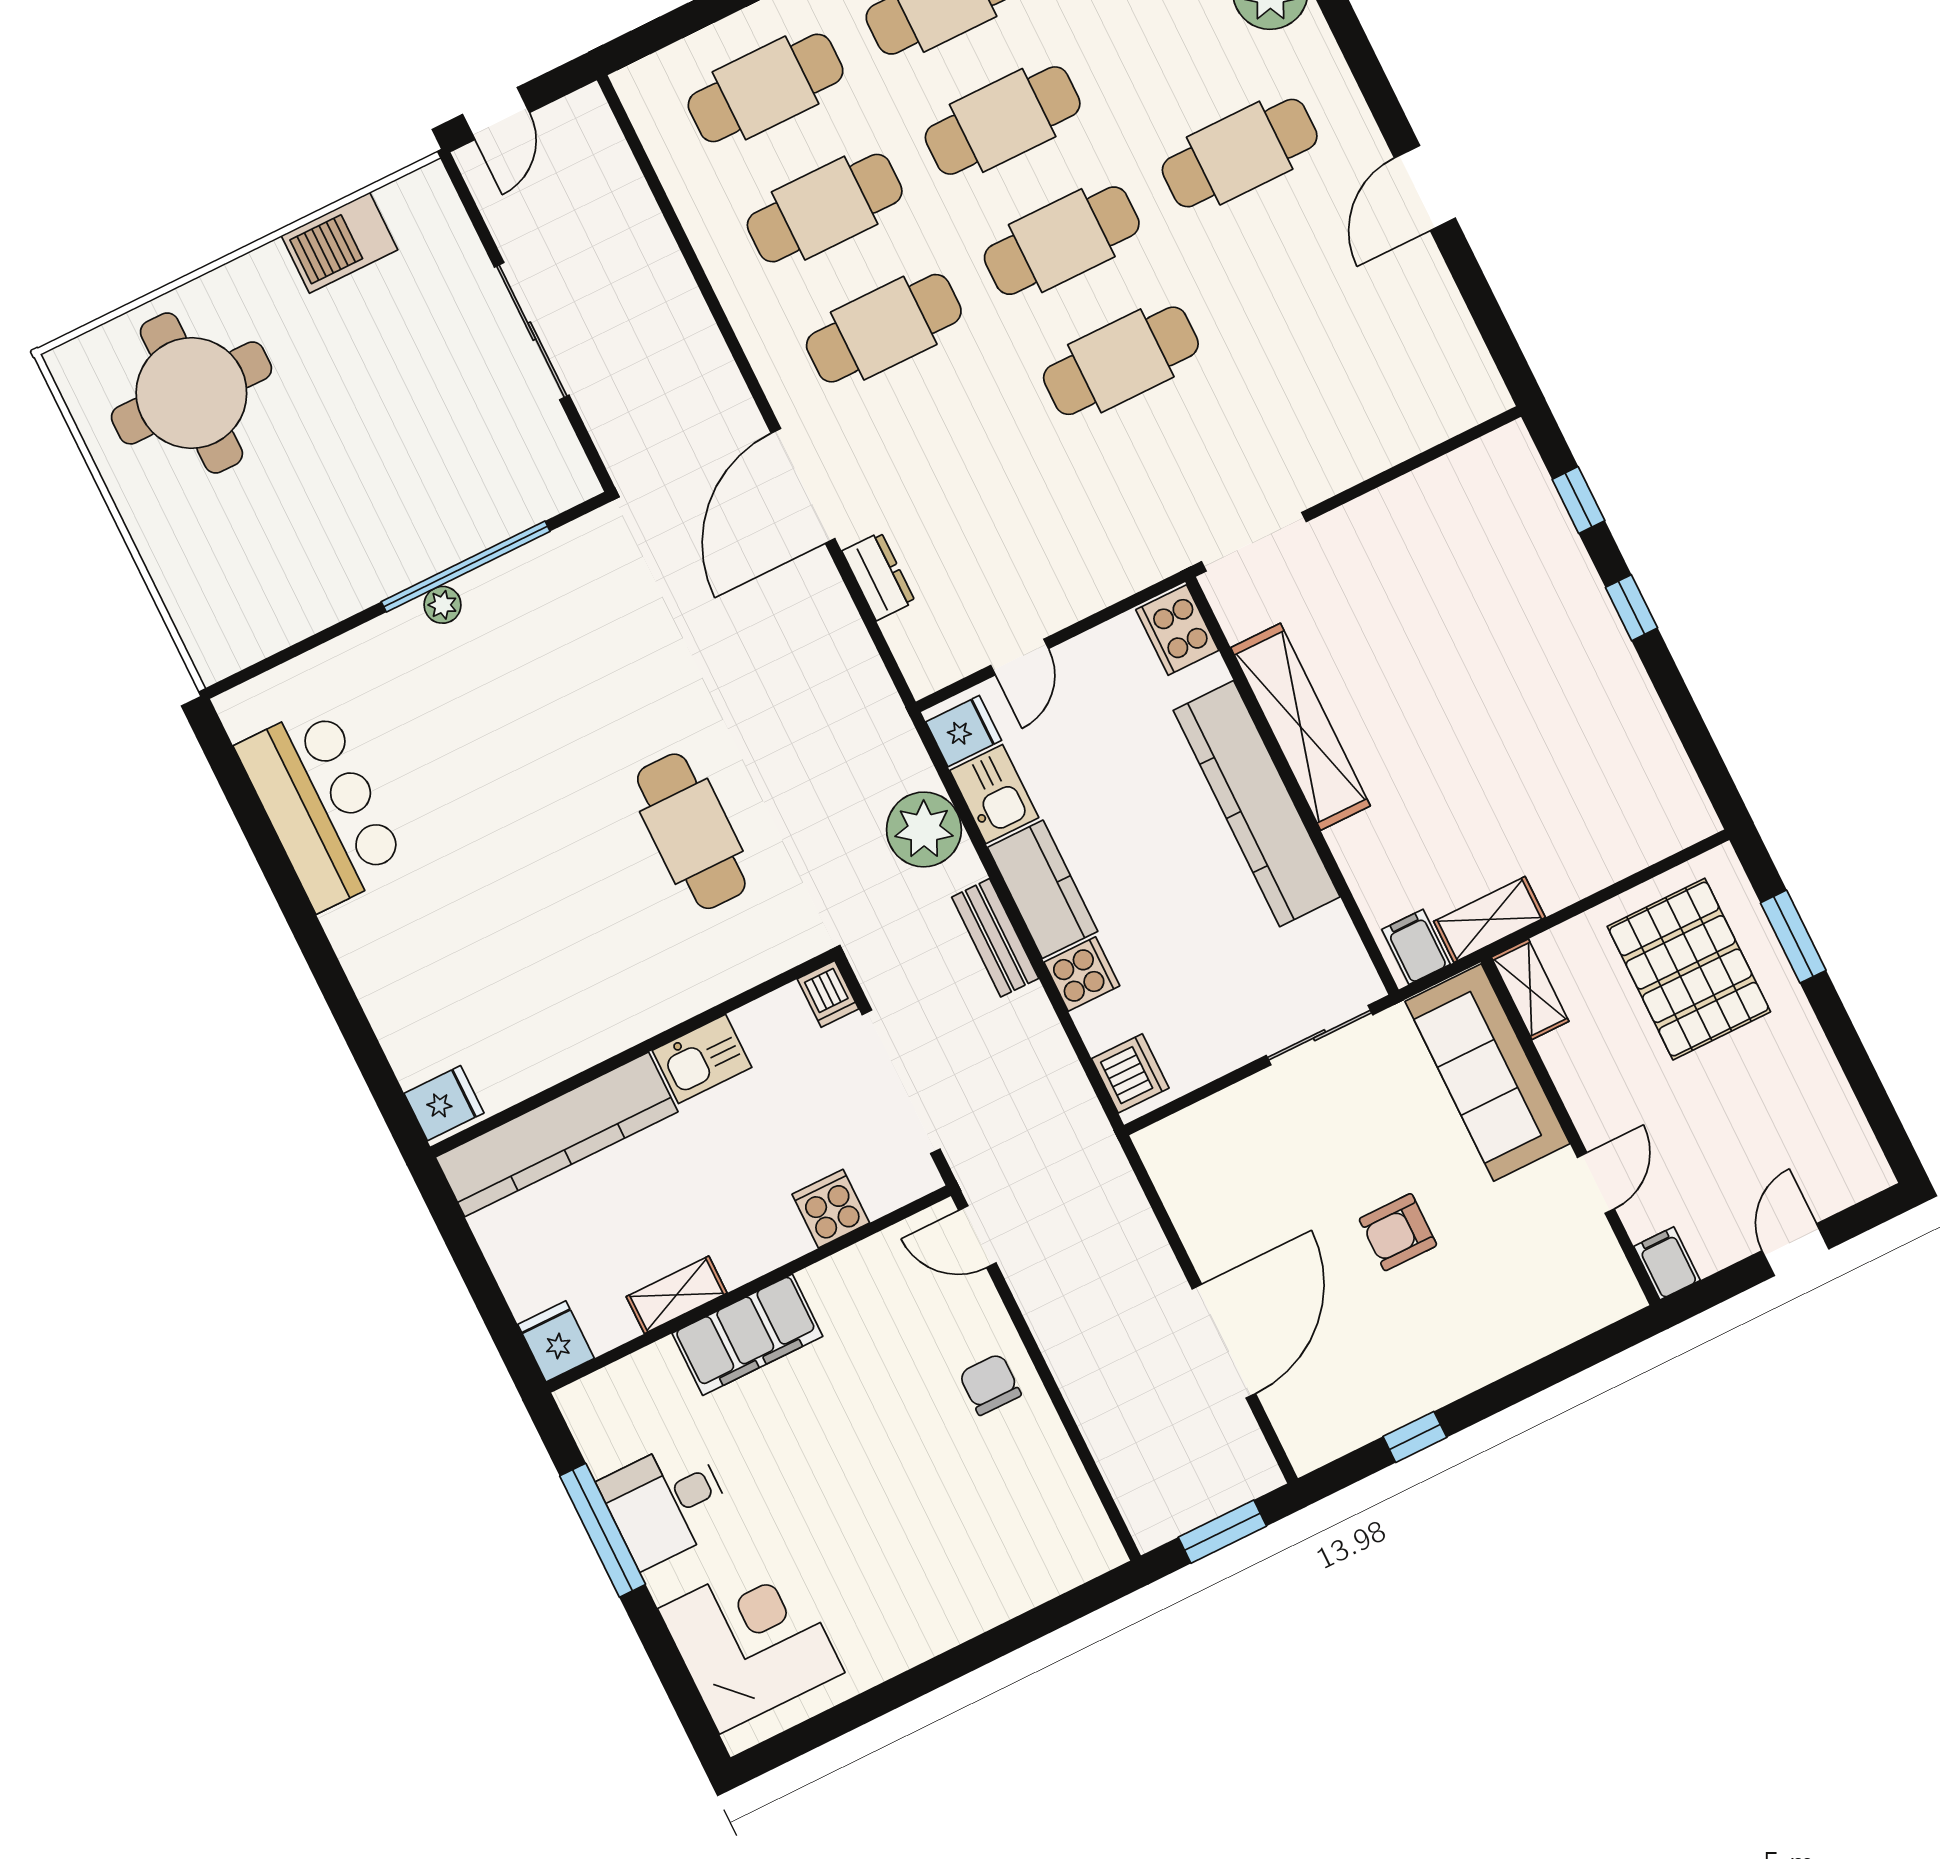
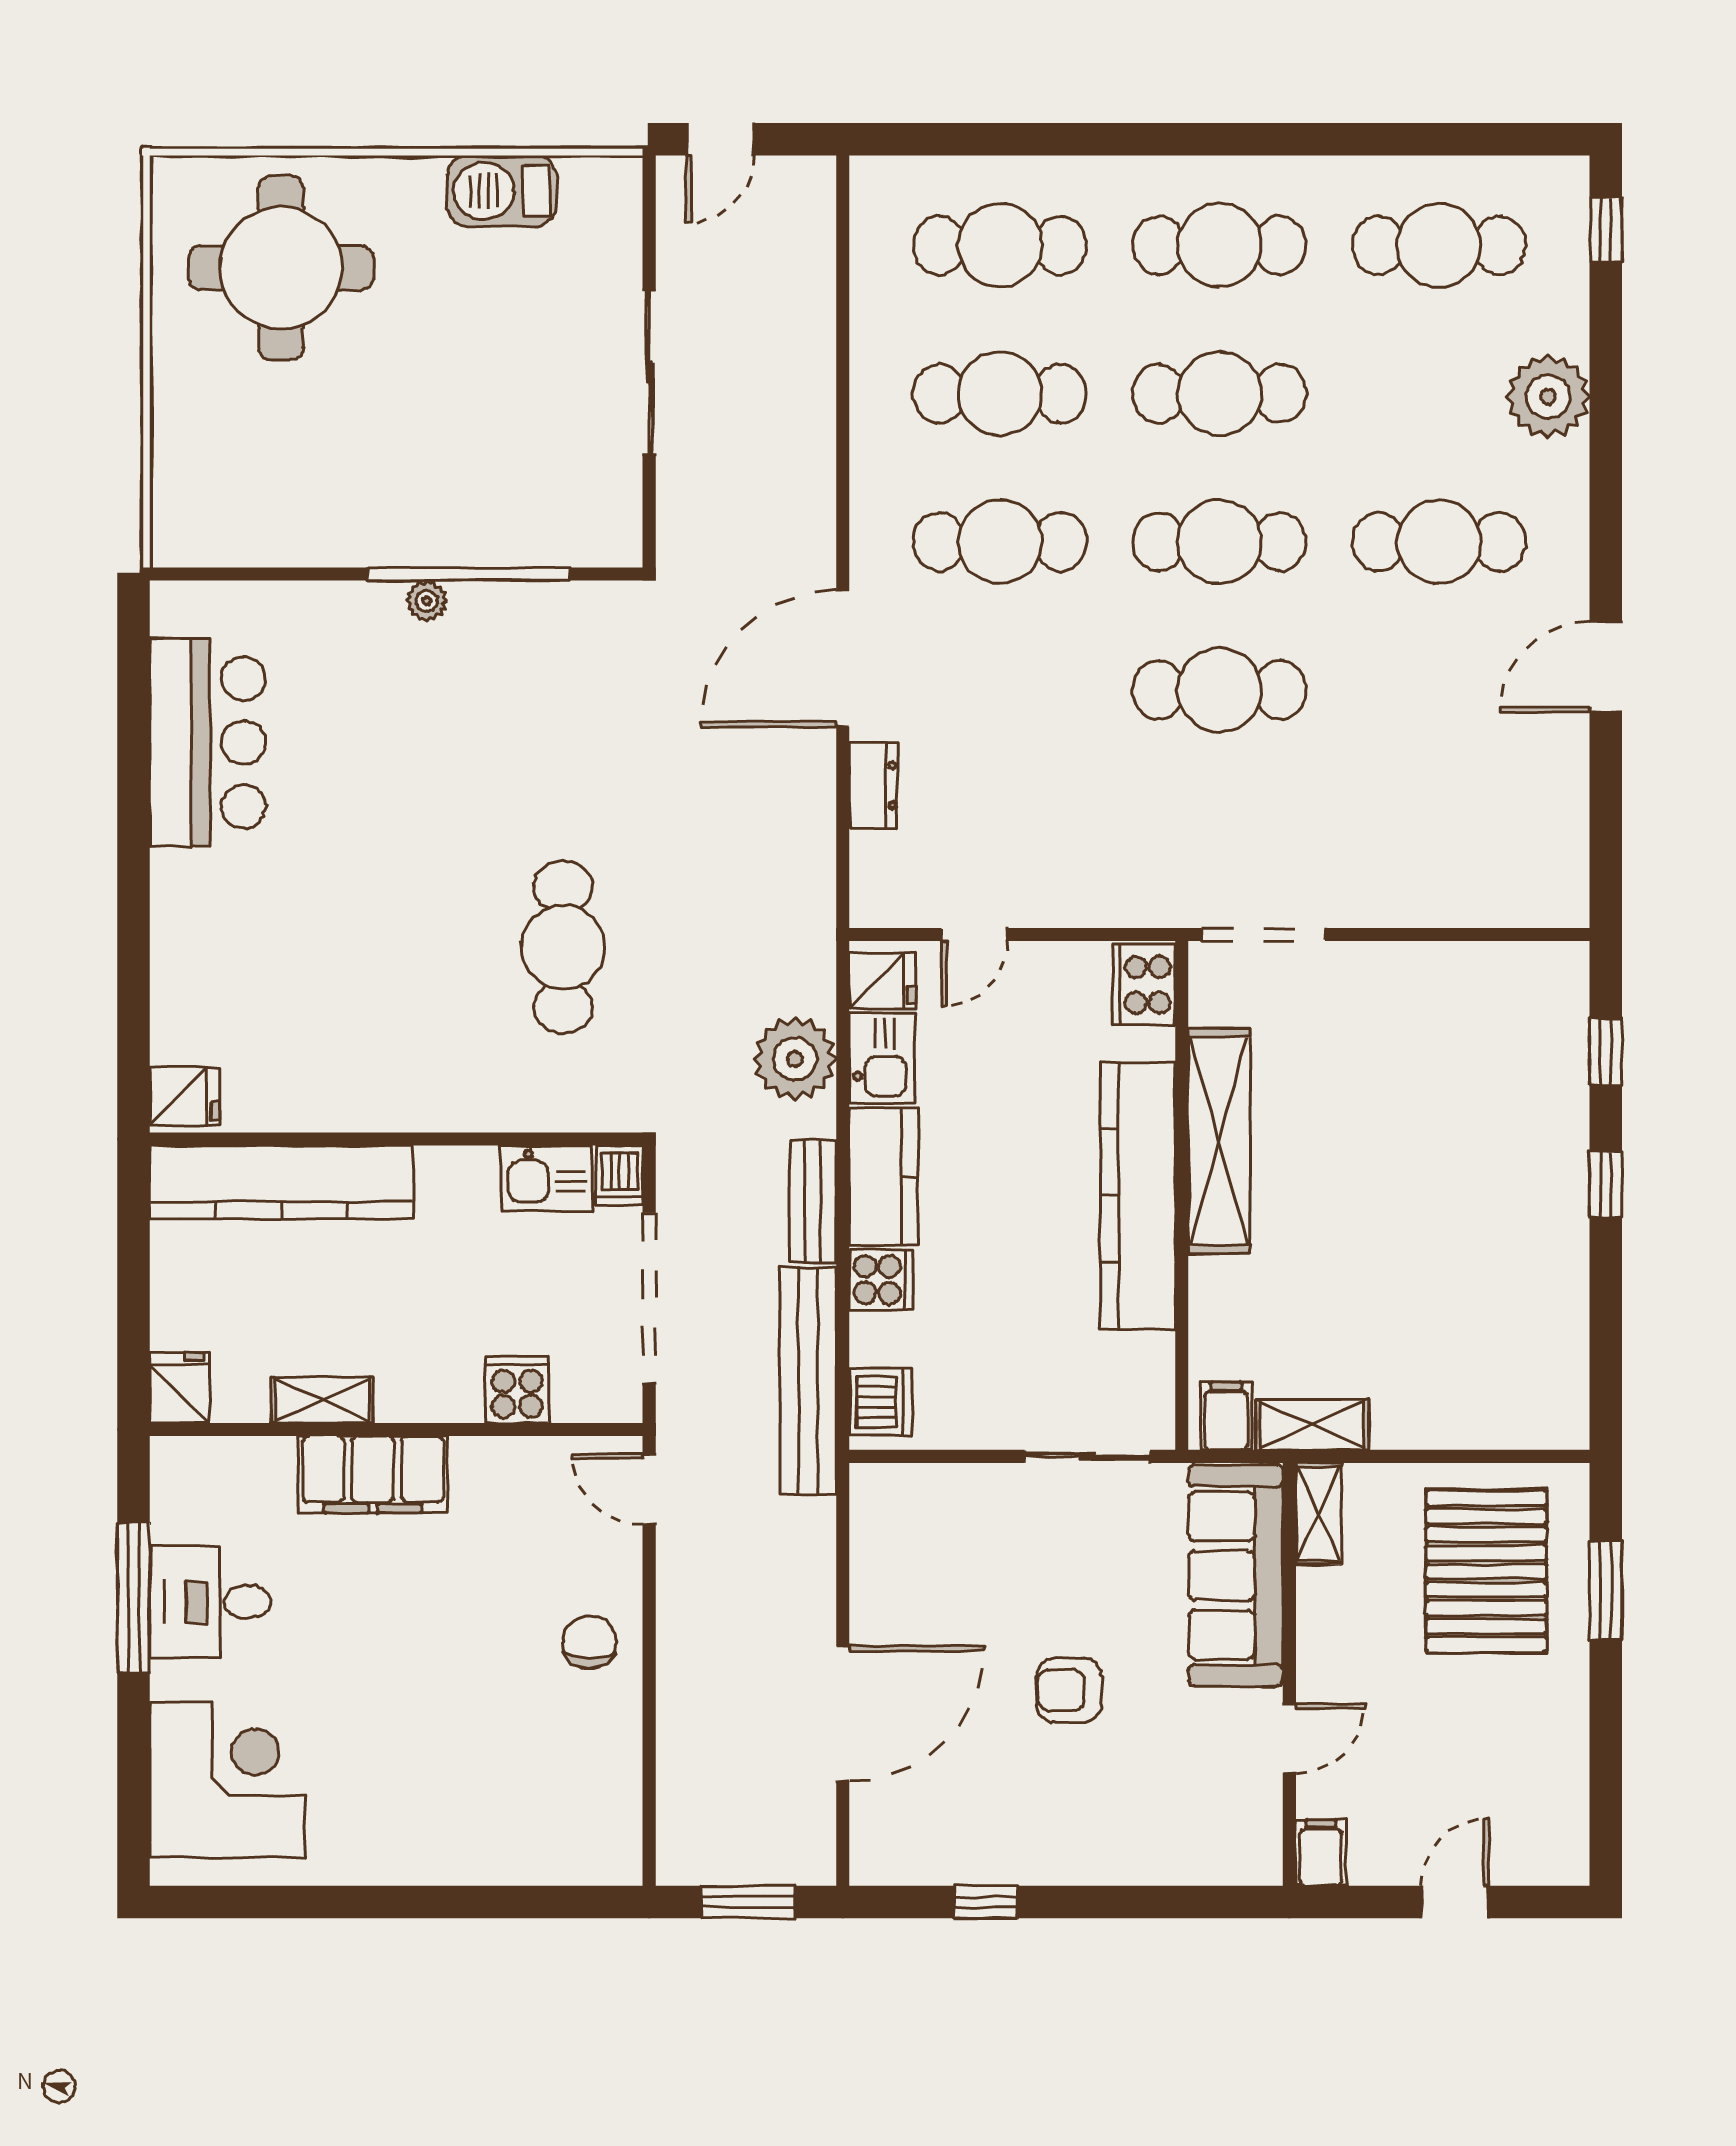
kitchen sink: (702, 1059) -> (546, 1178), moved
bench: (1063, 1085) -> (808, 1381), added

